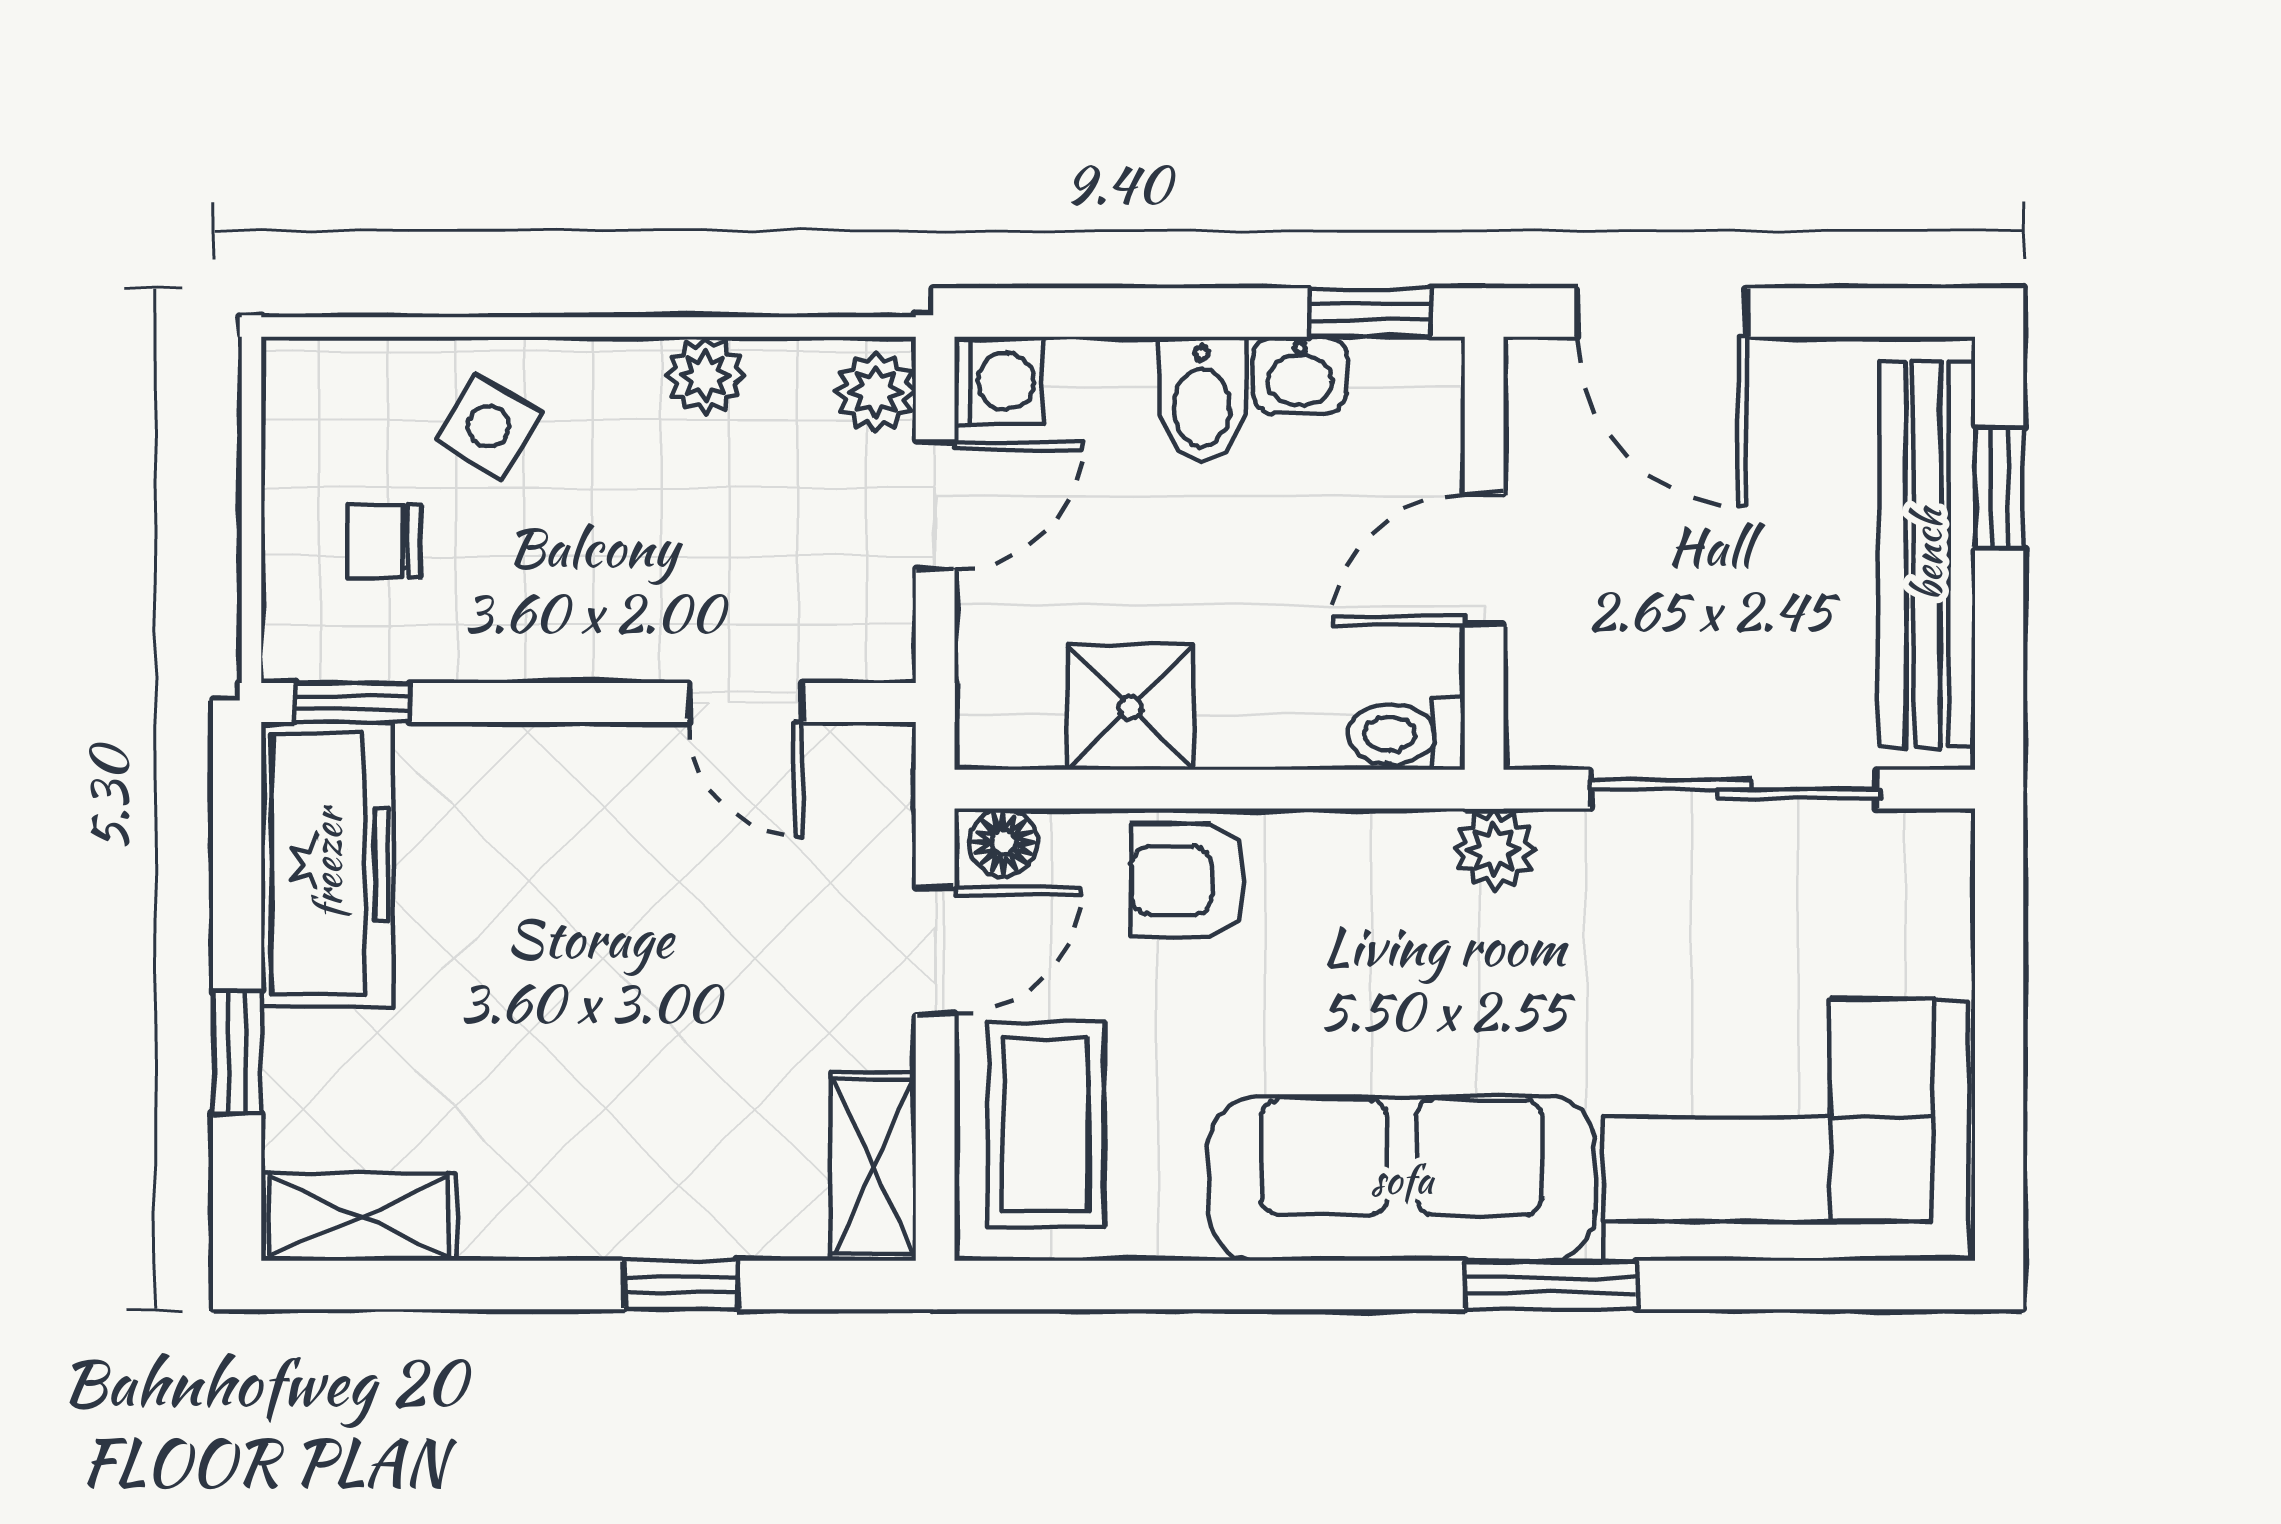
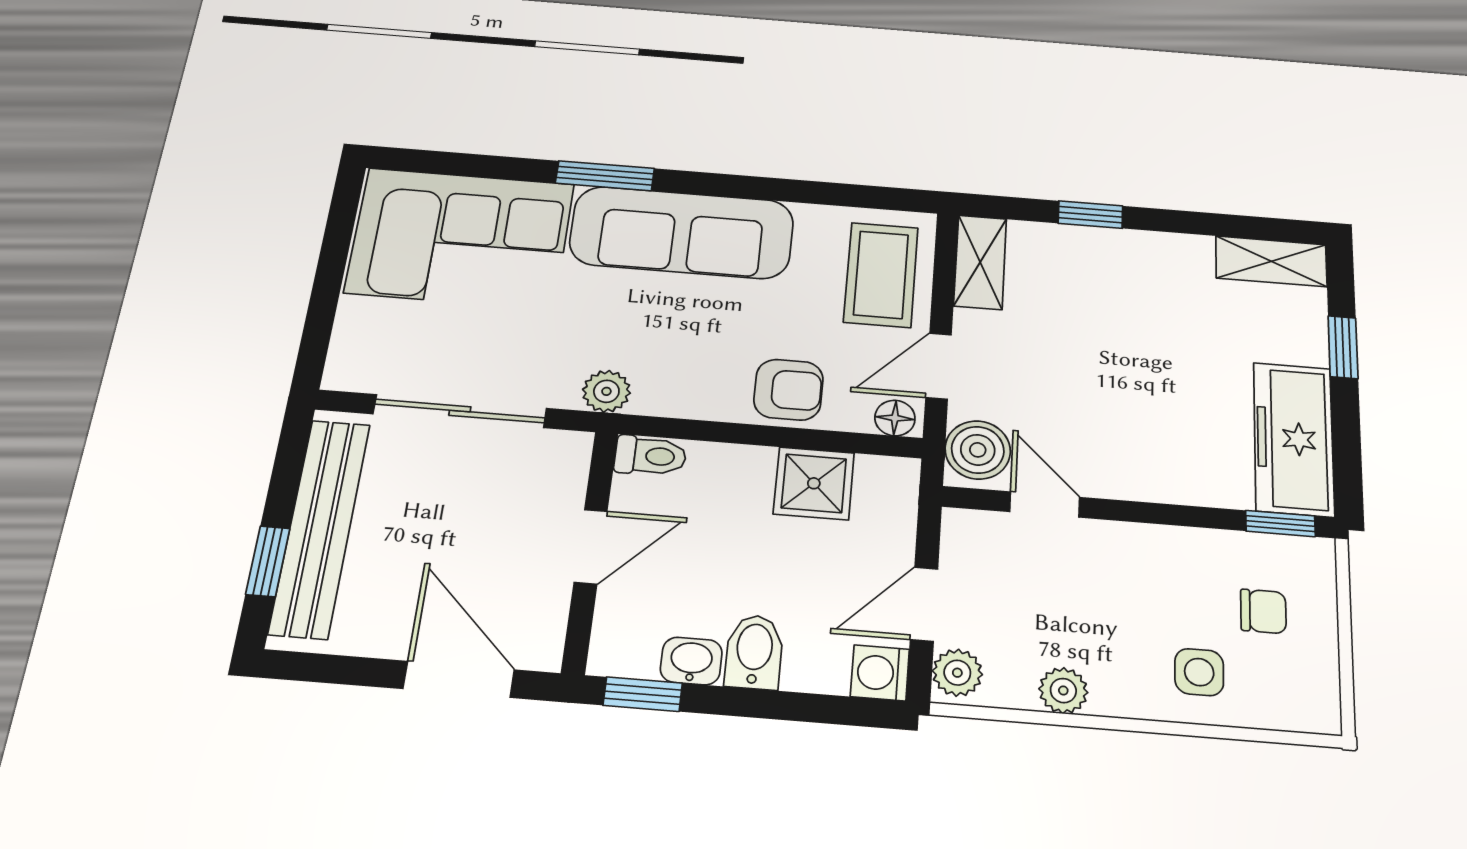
side table: (489, 426) -> (1199, 672), turned -31
boiler: (861, 794) -> (978, 450), added

